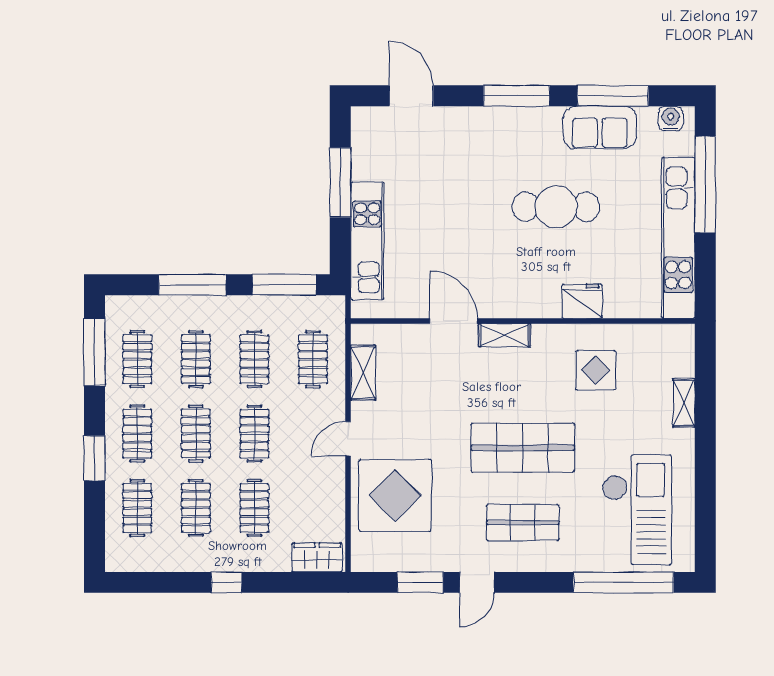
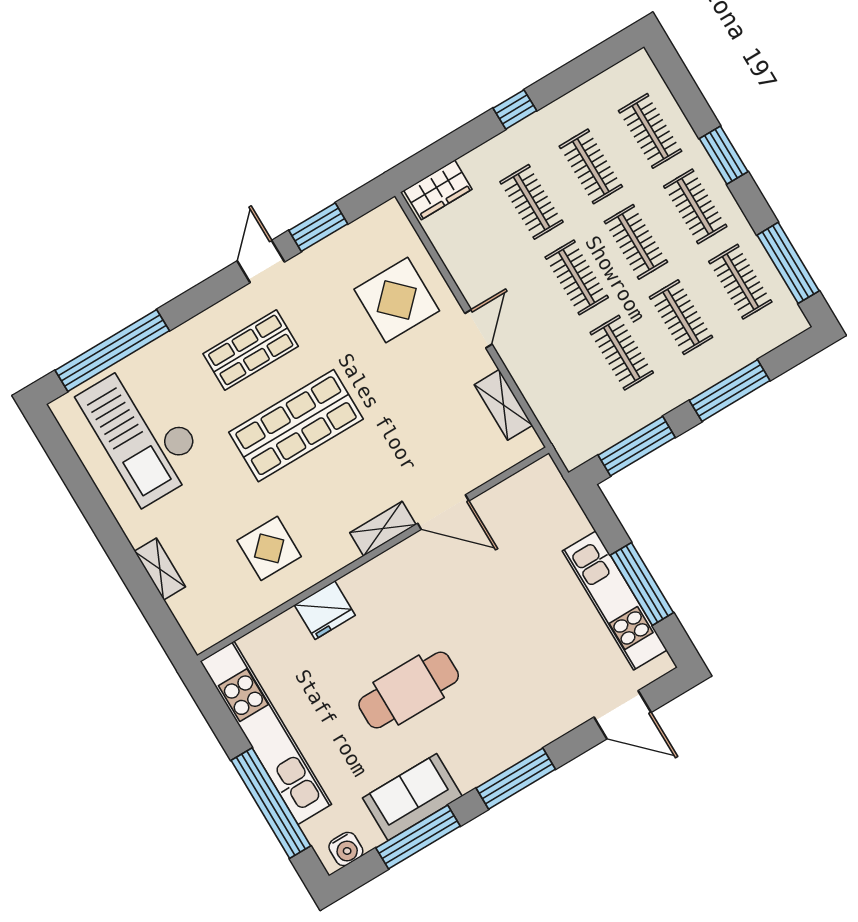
kitchen unit: (367, 241) -> (615, 600), moved
clothes rail: (313, 359) -> (562, 388), removed
display table: (395, 495) -> (397, 300), width x0.73, depth x0.73

